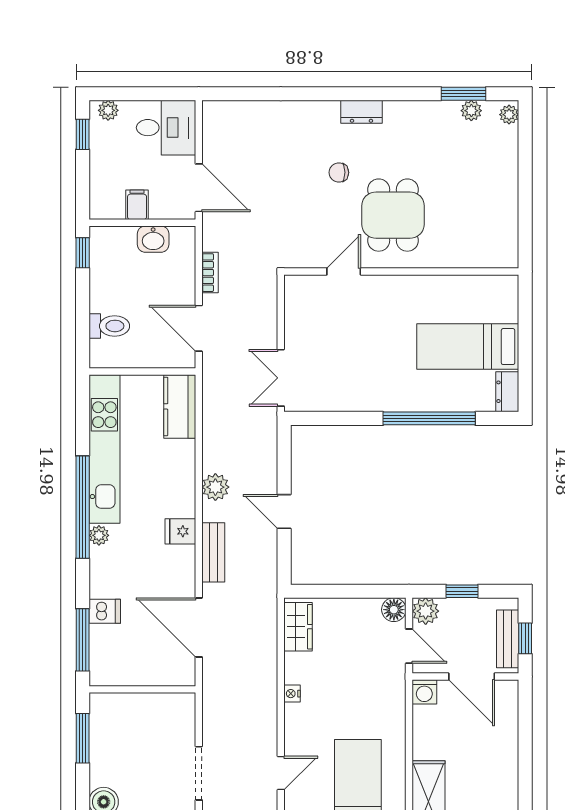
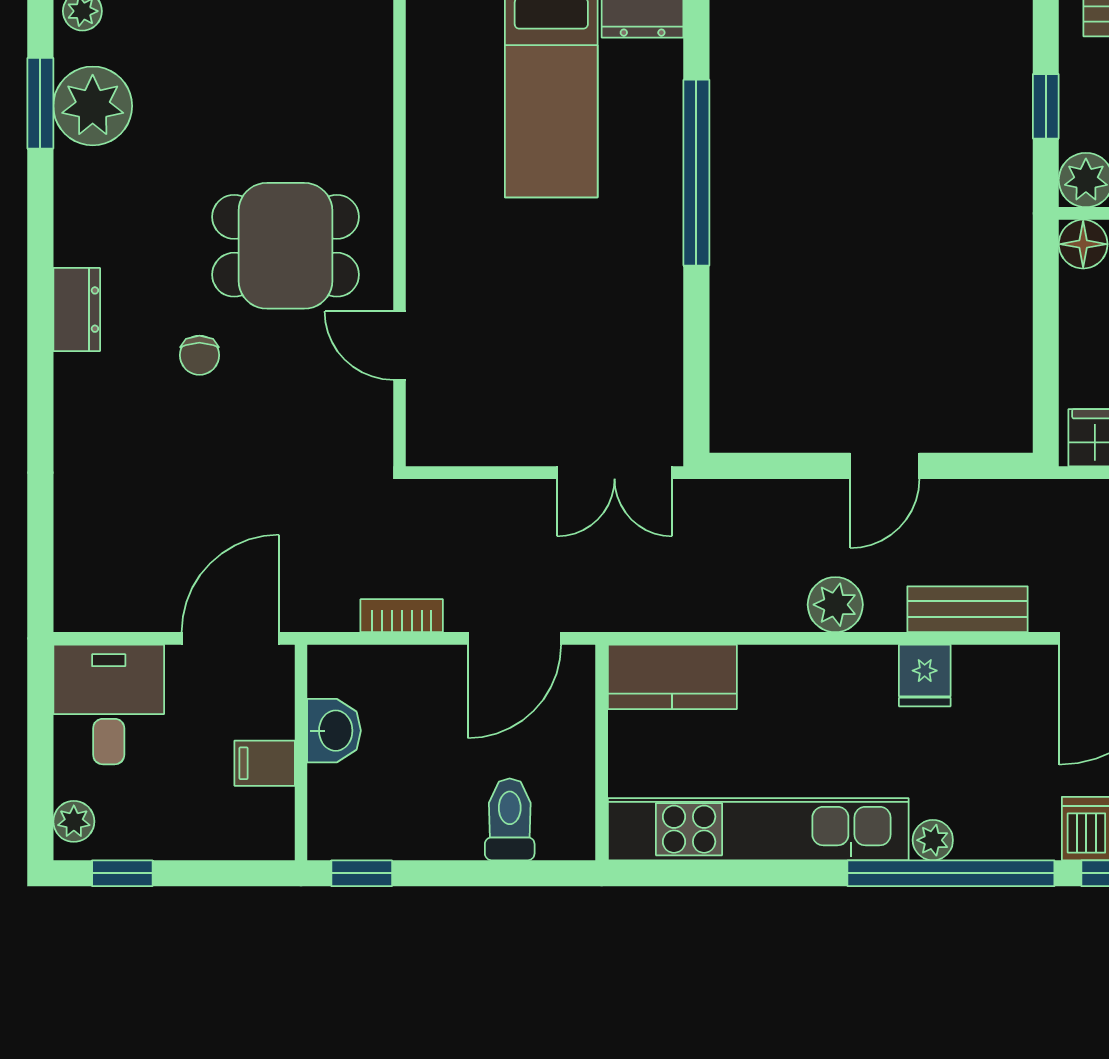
plant: (471, 111) -> (93, 106), width x1.87, depth x1.87
window: (83, 507) -> (951, 873), moved

